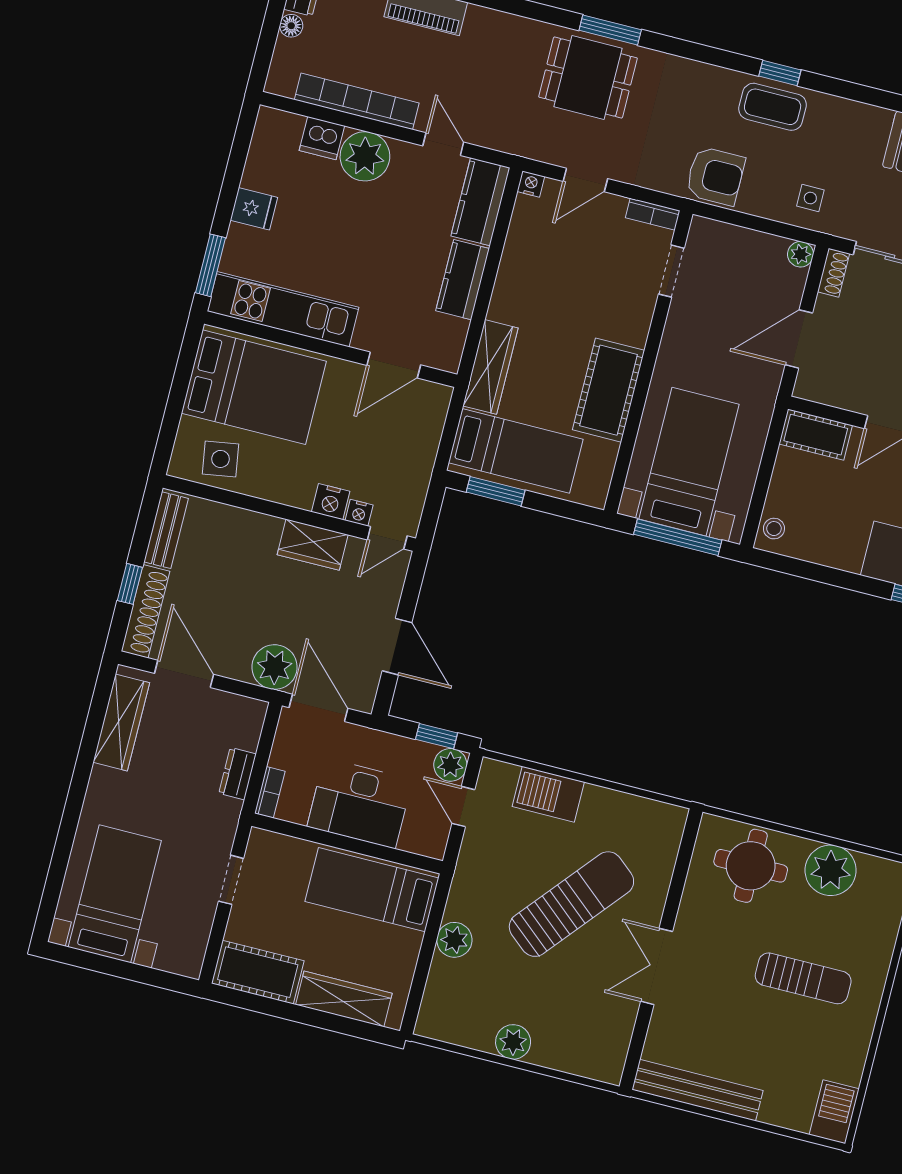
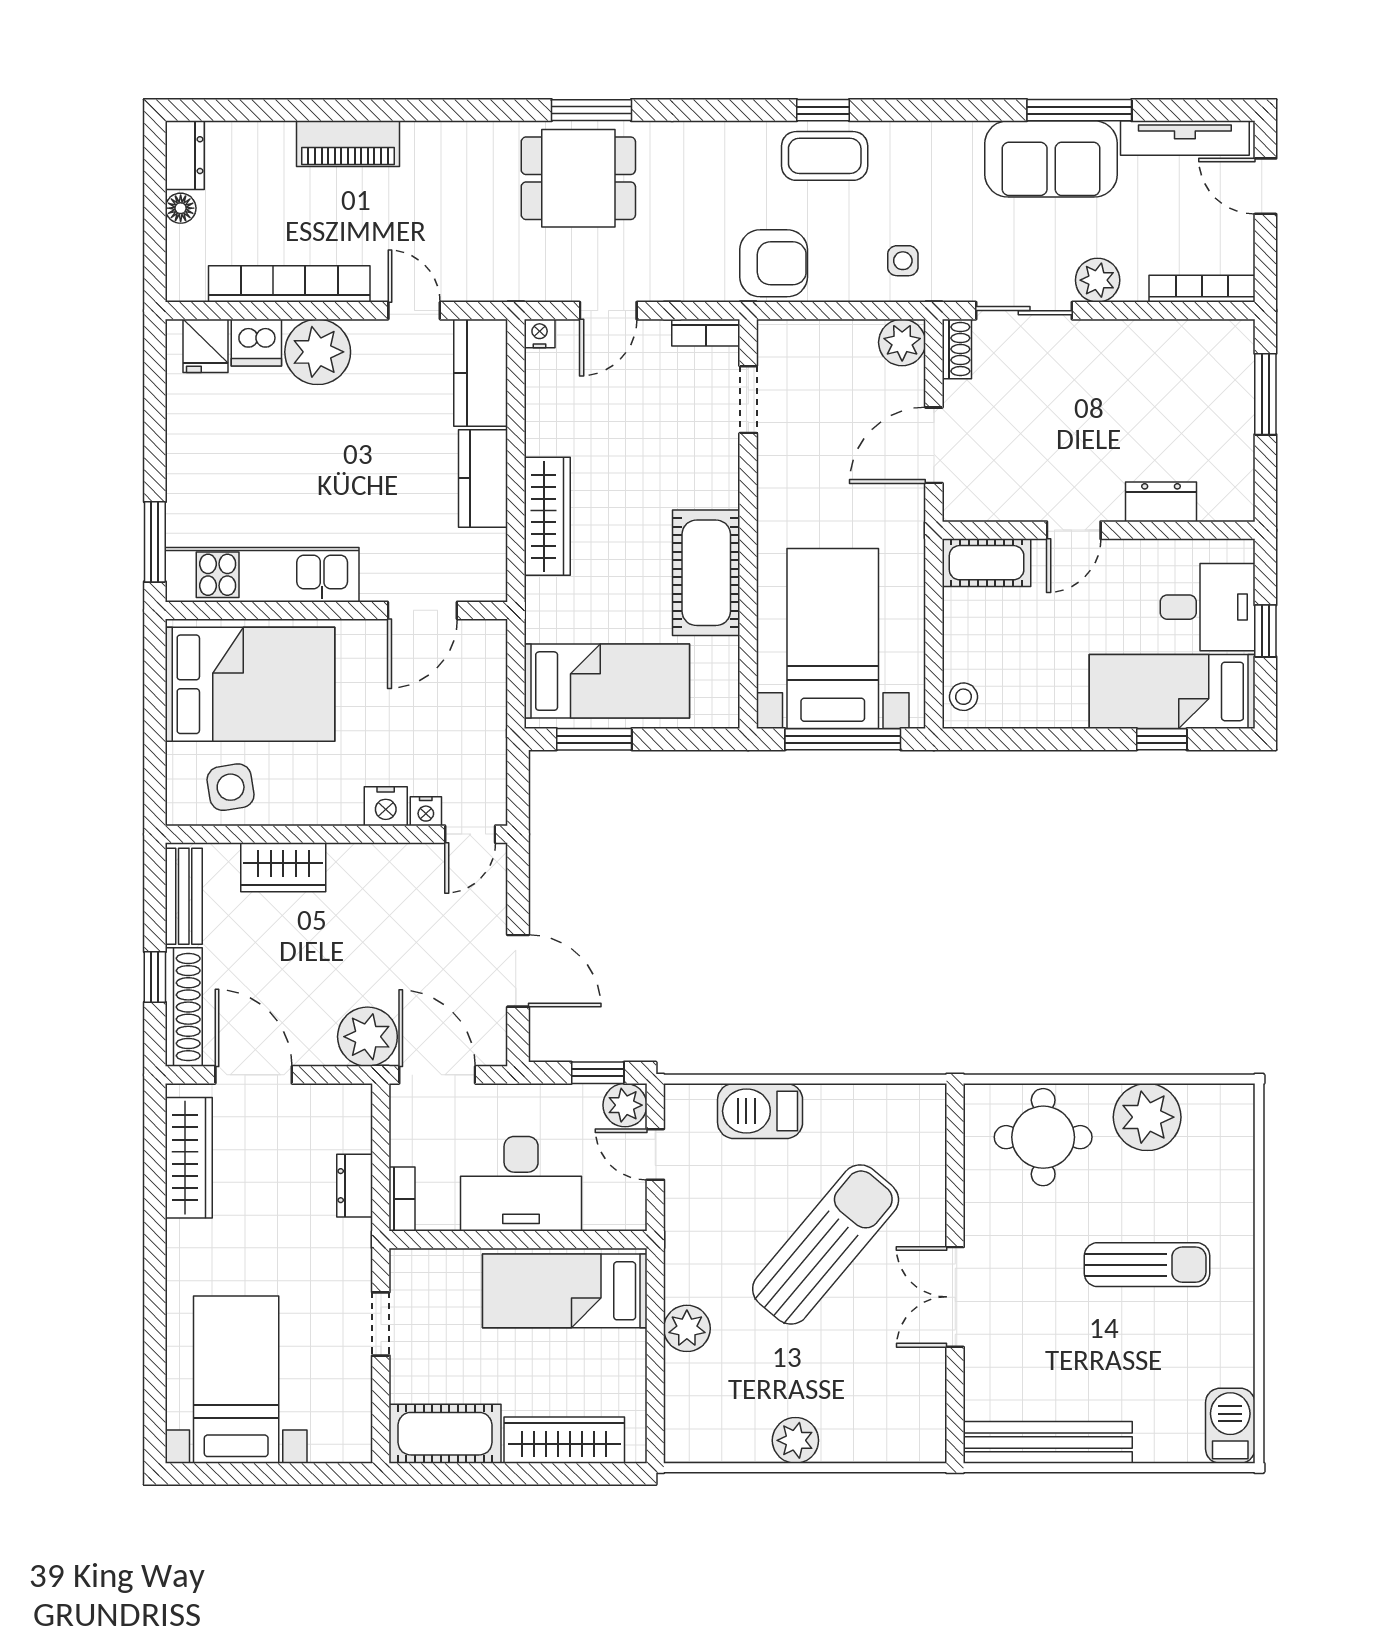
fridge: (254, 209) -> (206, 346), moved, turned 90
plant: (800, 254) -> (902, 342), width x1.38, depth x1.38
wardrobe: (490, 367) -> (547, 516), moved
wardrobe: (313, 545) -> (283, 867), moved

